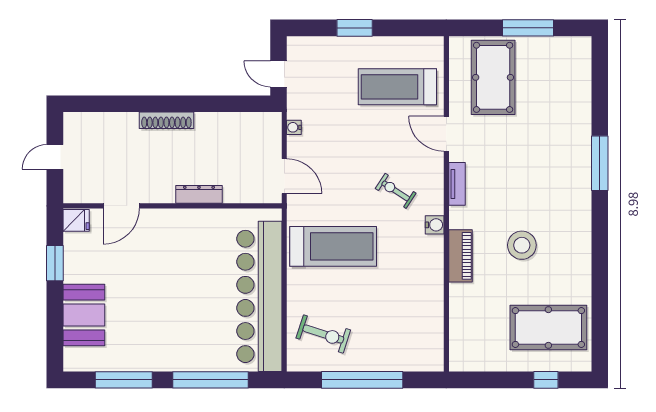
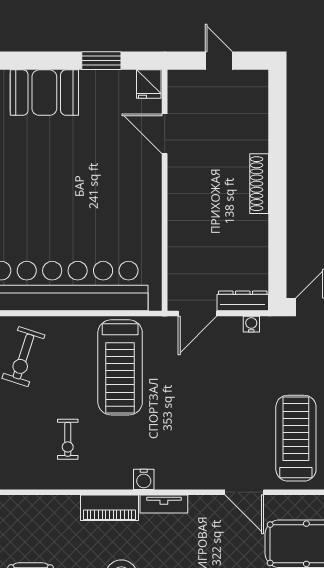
door: (446, 134) -> (244, 492), swing flipped
tv unit: (457, 184) -> (164, 504), moved
exercise bike: (396, 191) -> (68, 439), moved, turned 147
dresser: (199, 194) -> (243, 301), moved, turned -90

